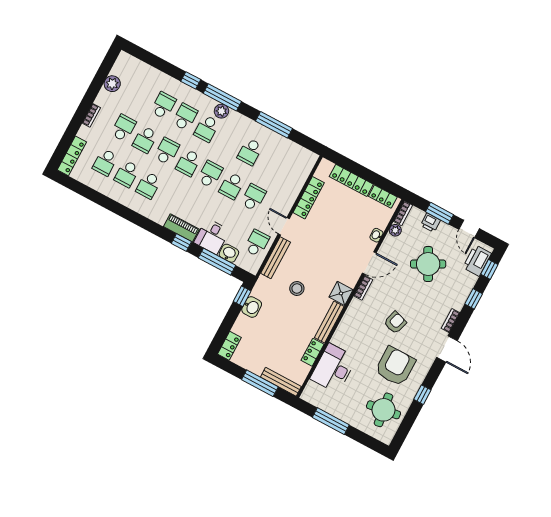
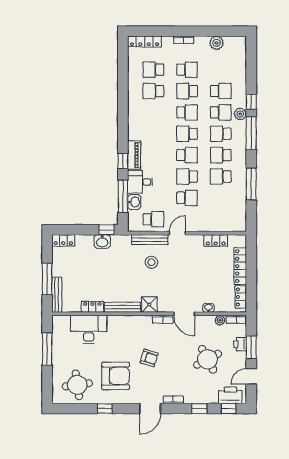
plant: (221, 111) -> (240, 114), moved
school desk: (148, 185) -> (221, 155), moved
locker: (309, 198) -> (216, 240), width x0.66
stool: (297, 288) -> (151, 262), moved

